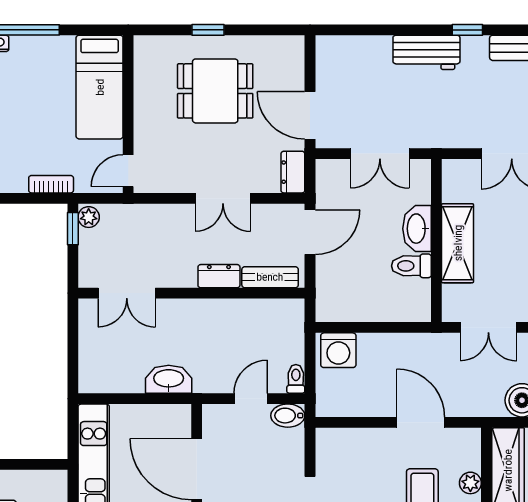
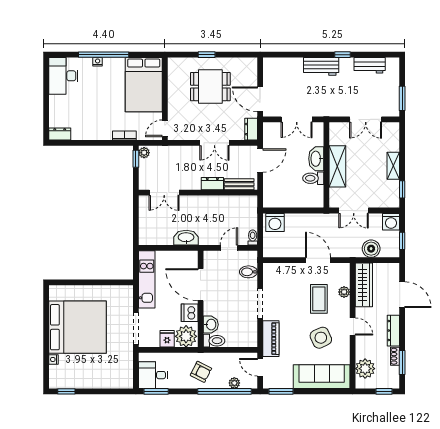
bed: (100, 87) -> (144, 85), width x1.50
bidet: (288, 416) -> (248, 272), moved

